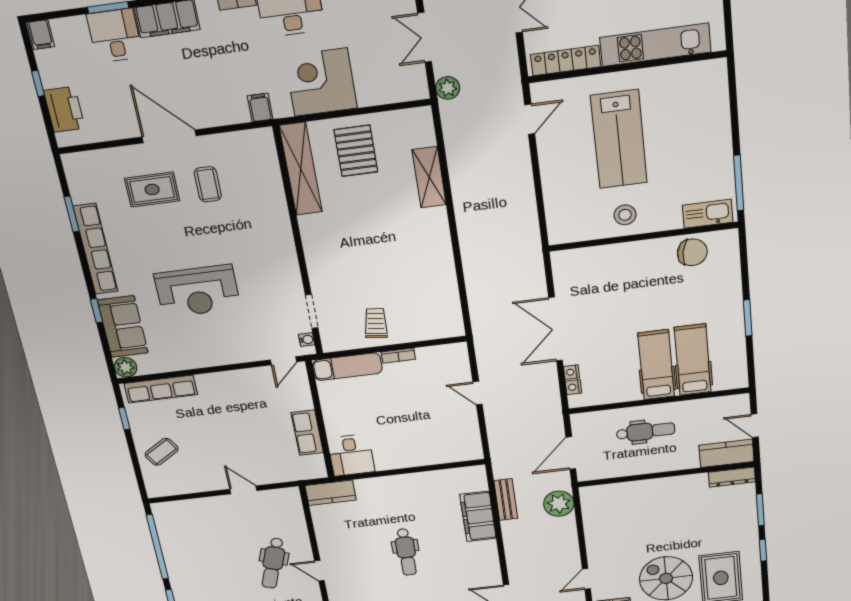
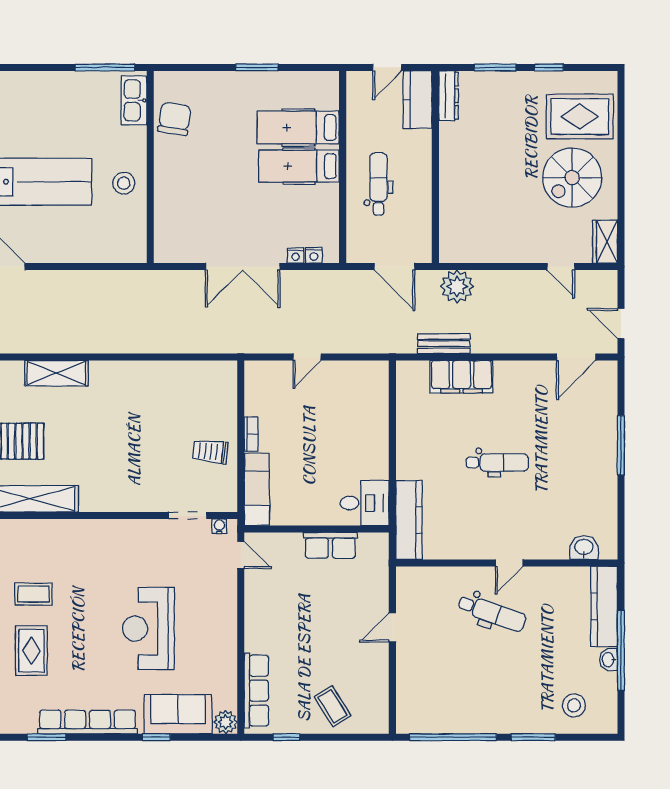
reception desk: (197, 291) -> (148, 629), turned 180
kitchen counter: (331, 493) -> (409, 520), width x1.50

